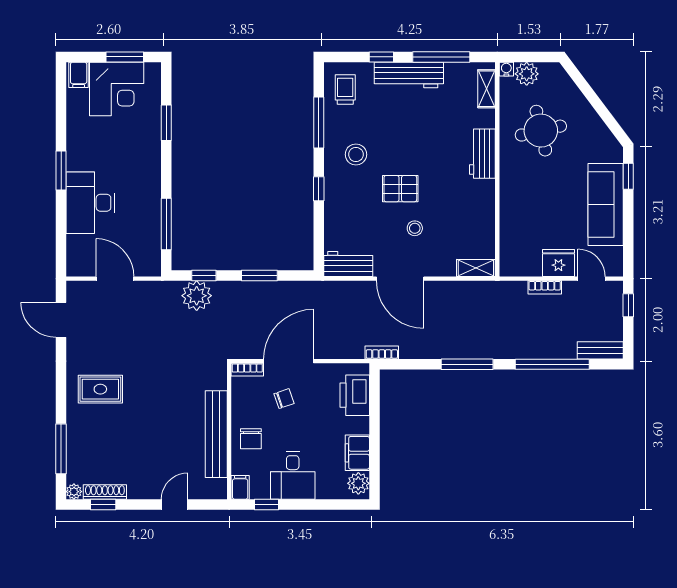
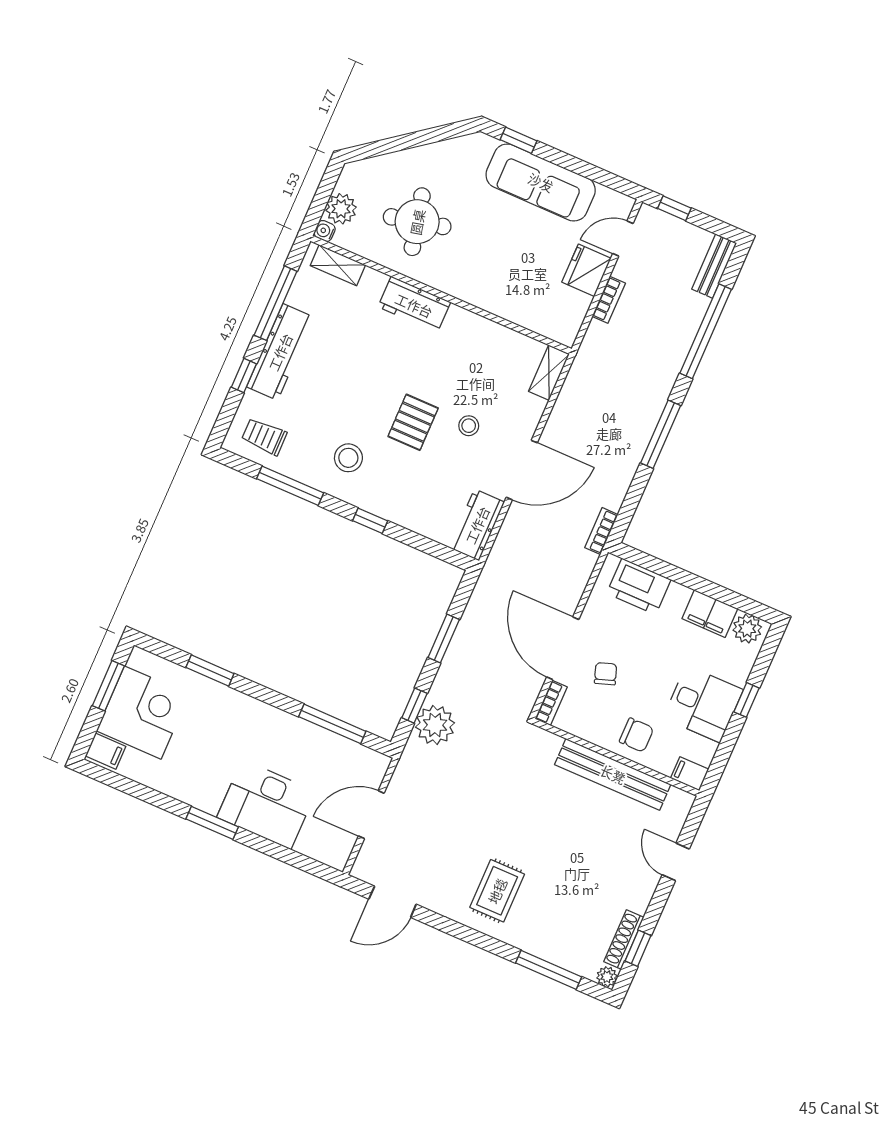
window: (266, 504) -> (746, 700), moved

